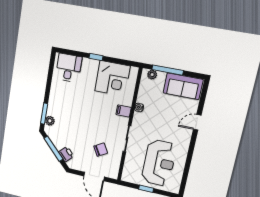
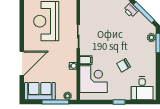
corner desk: (112, 78) -> (93, 79), moved, turned 90
door: (197, 122) -> (22, 63), width x1.87
chair: (101, 150) -> (124, 65), moved

